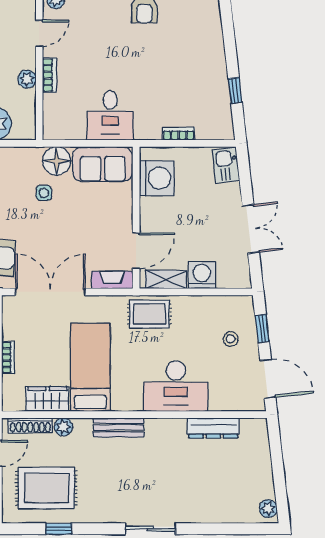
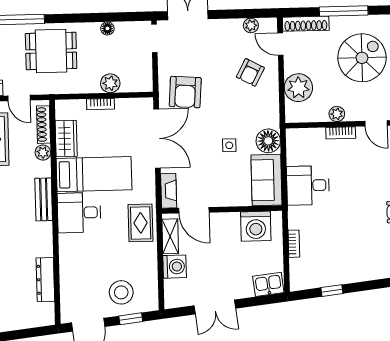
side table: (44, 193) -> (229, 145), moved
stool: (231, 339) -> (121, 292), width x1.89, depth x1.89
desk: (176, 386) -> (79, 213), moved, width x0.73

